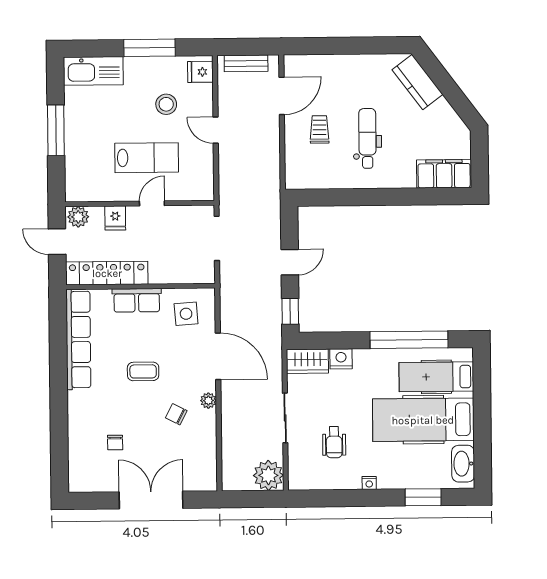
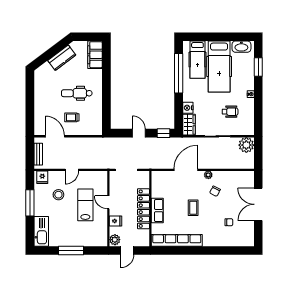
kitchen counter: (417, 82) -> (62, 58), moved
locker: (107, 273) -> (143, 209), moved
side table: (186, 314) -> (164, 186), removed

